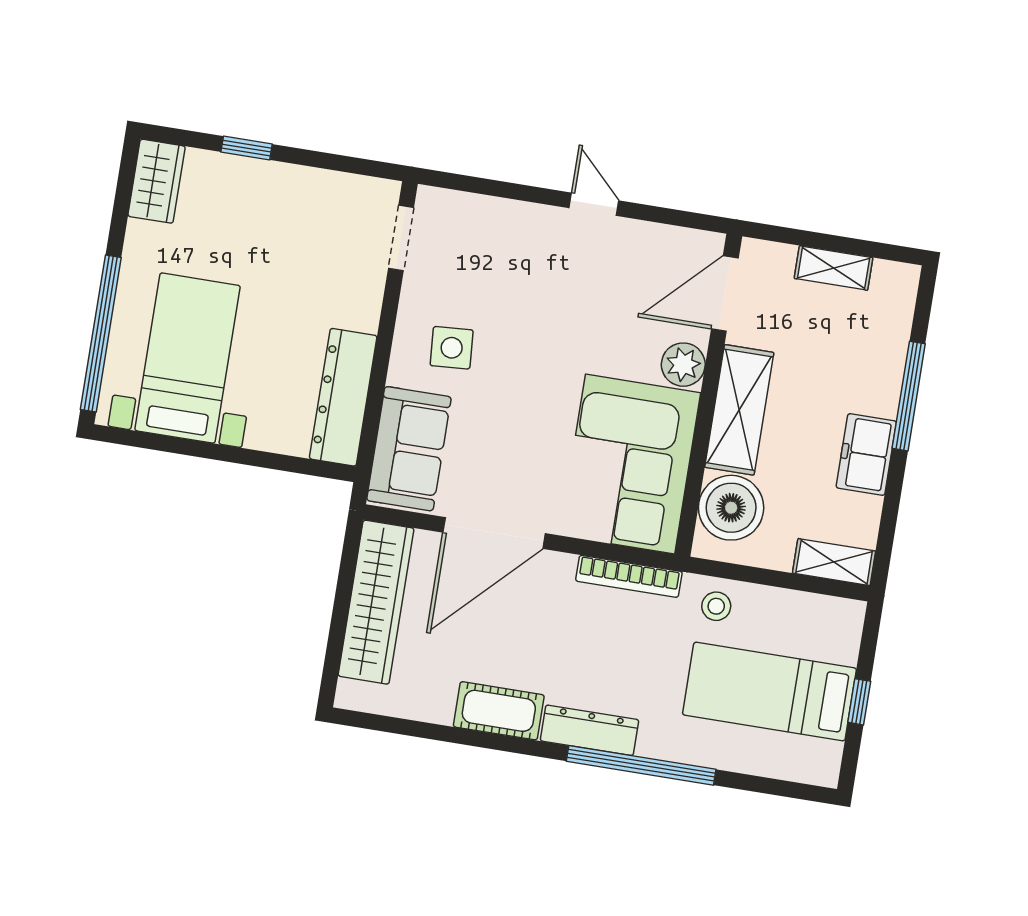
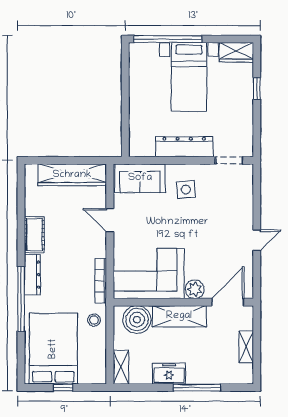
door: (725, 293) -> (228, 302), hinge flipped
bed with nightstands: (188, 358) -> (189, 77), moved, turned 90
dresser: (343, 397) -> (184, 147), moved
door: (494, 533) -> (110, 220), width x0.53
bed: (769, 692) -> (53, 349), width x1.50

